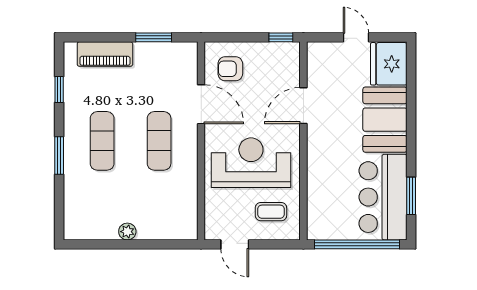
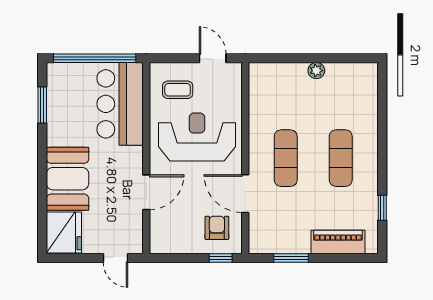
window: (281, 37) -> (221, 258), moved
door: (356, 37) -> (116, 258), moved
armchair: (230, 69) -> (217, 228), turned -90
window: (59, 155) -> (382, 144), removed
reception desk: (251, 163) -> (197, 137), turned 180
bar counter: (383, 197) -> (120, 104), moved, turned 180

